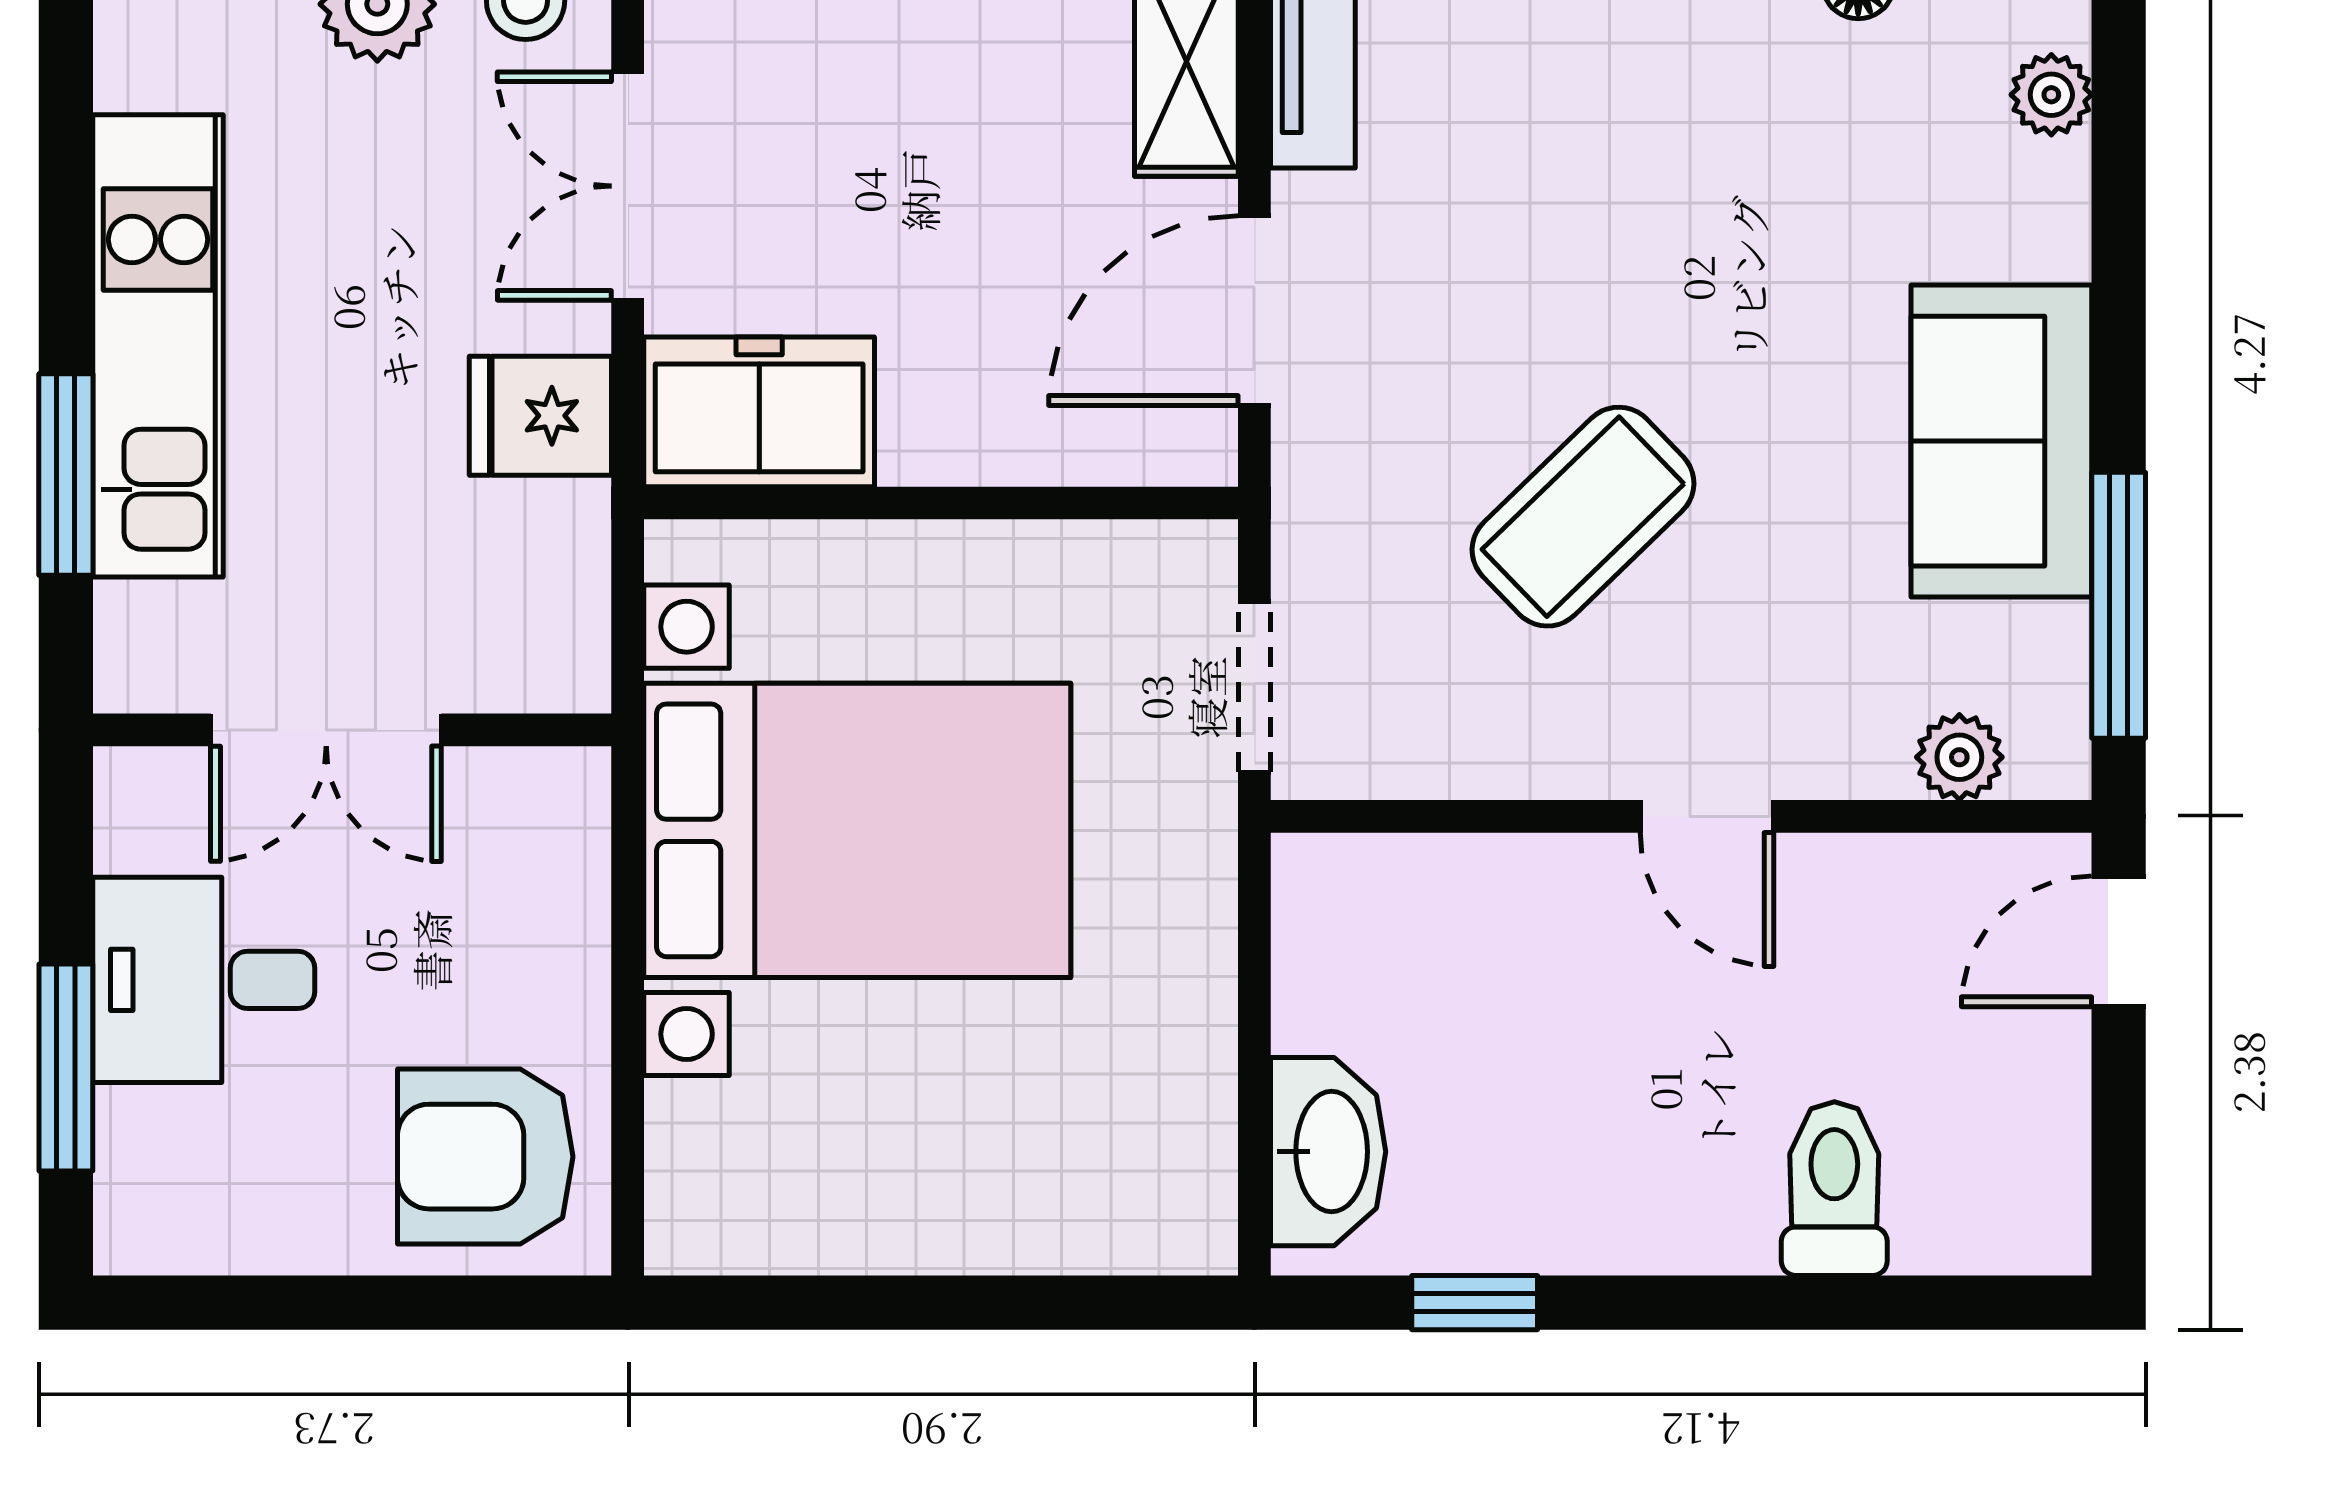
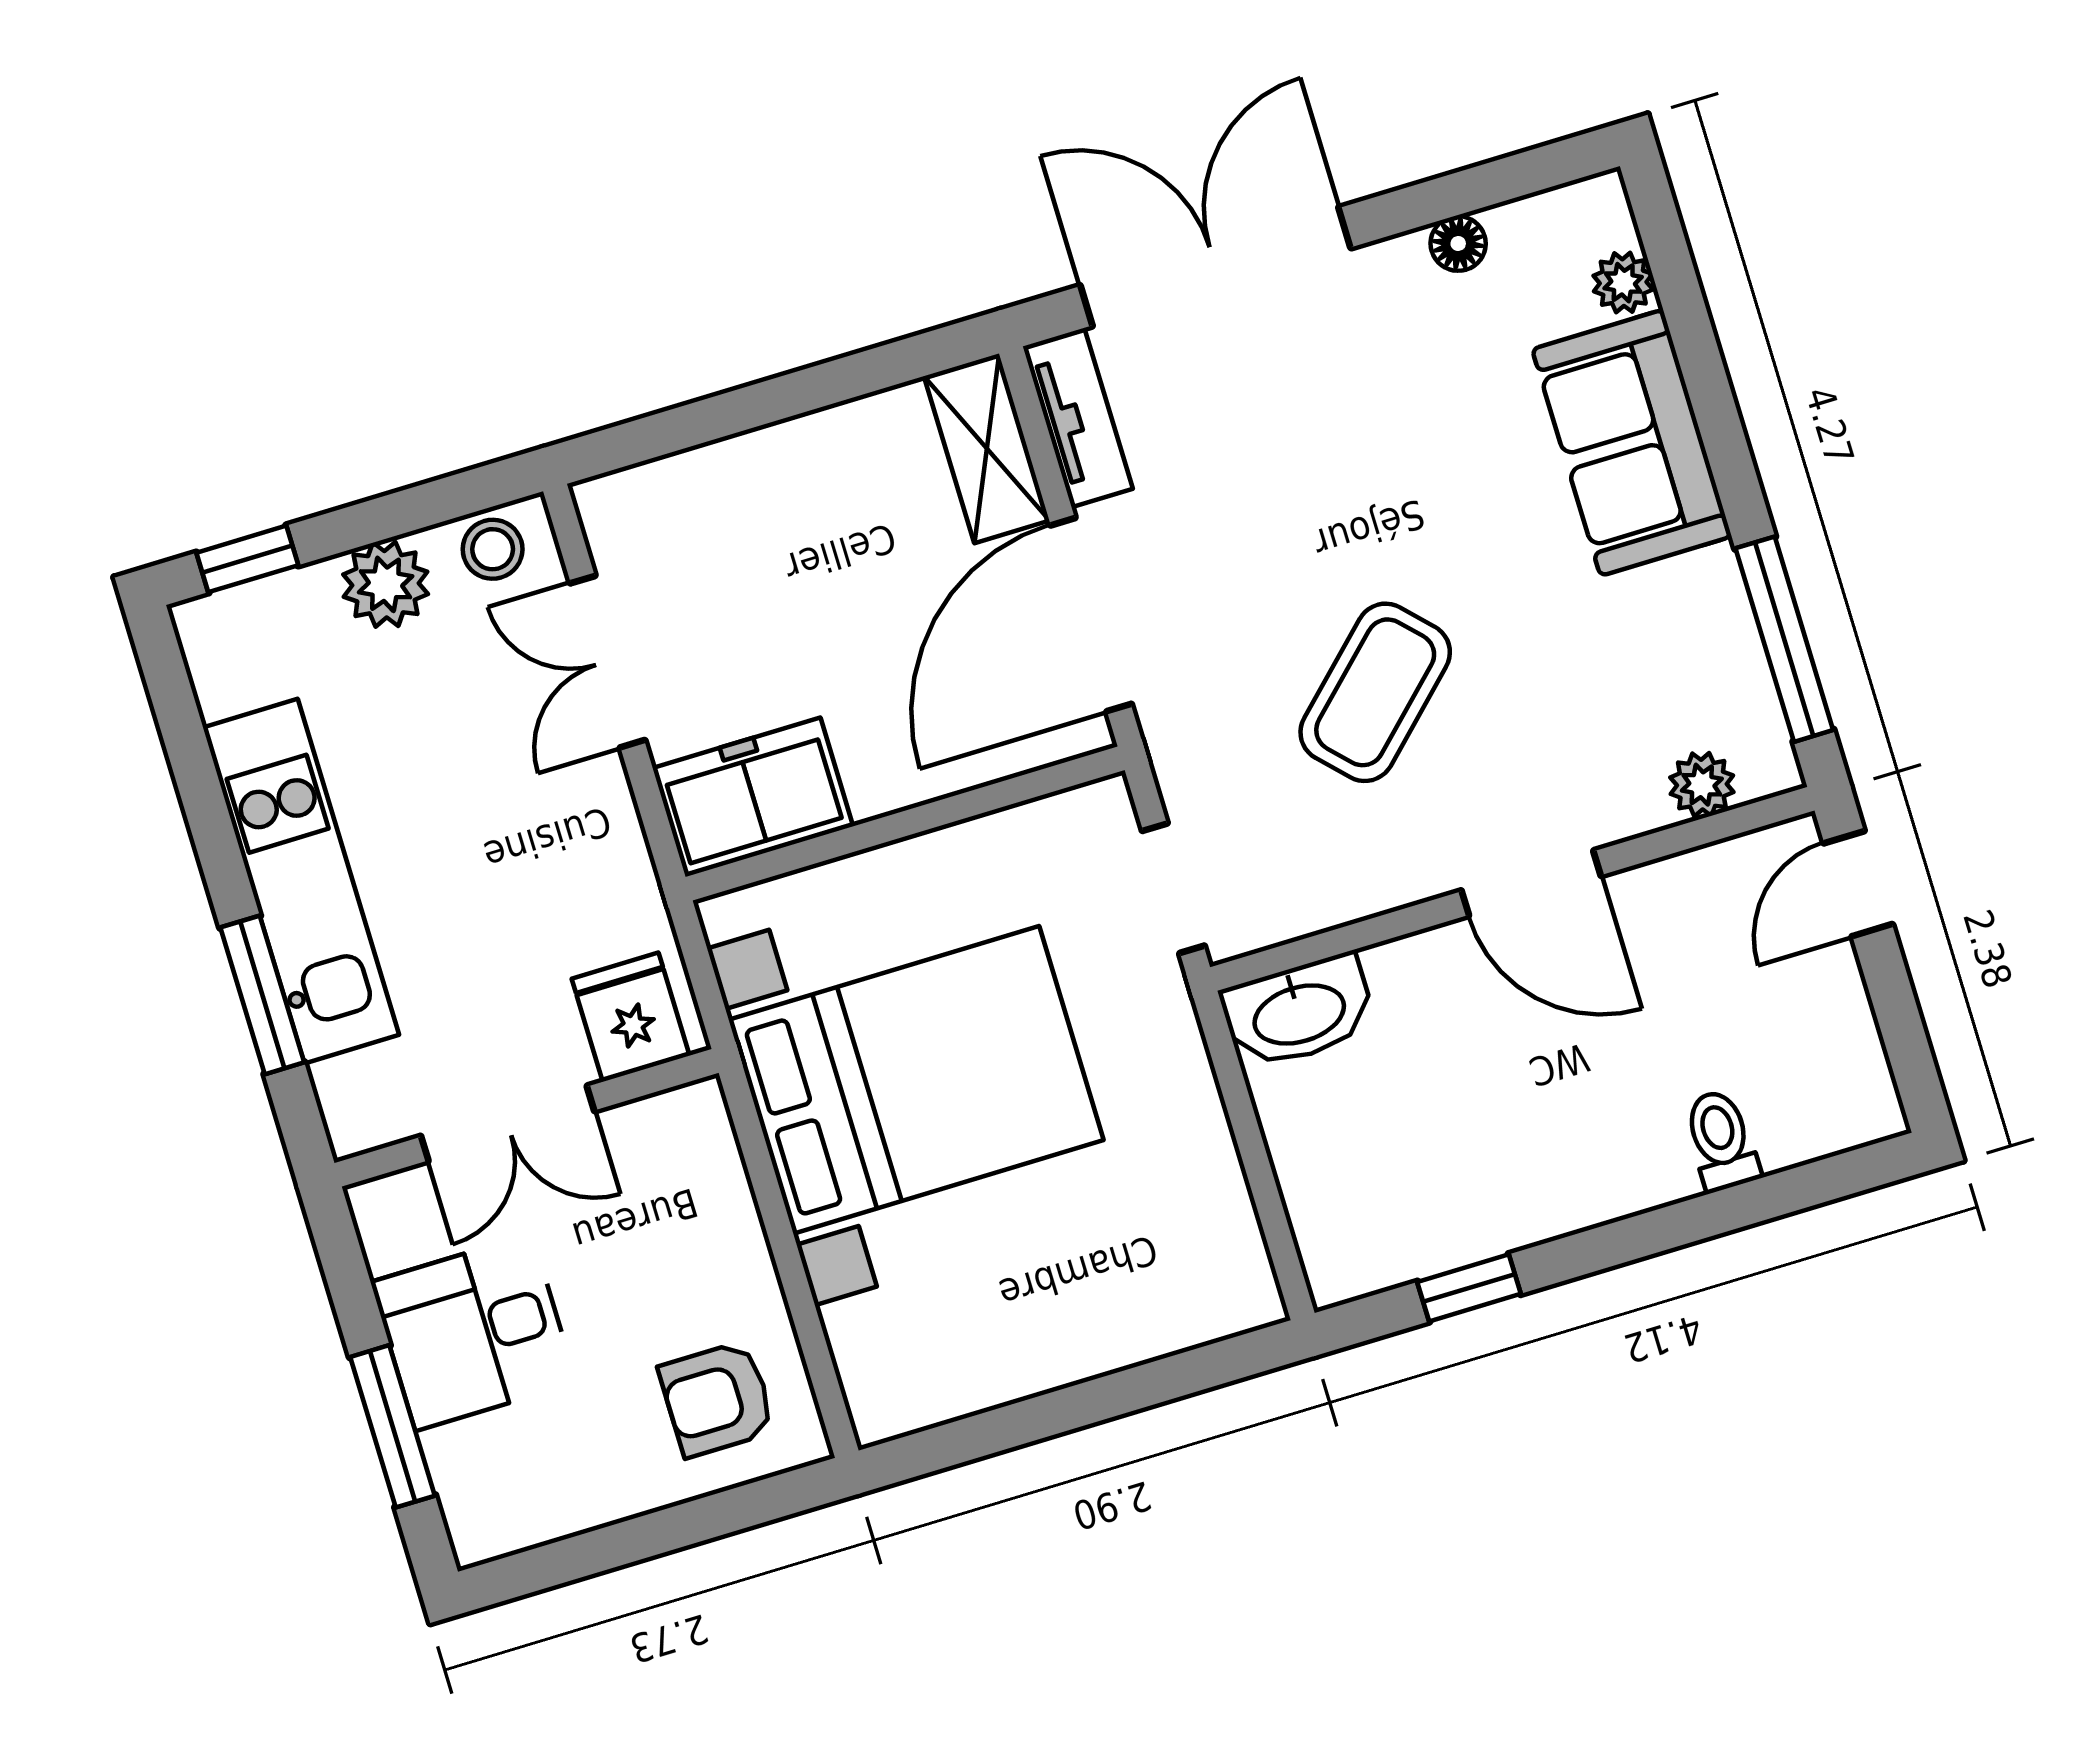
door: (1254, 311) -> (1091, 615), width x1.36
fridge: (540, 416) -> (631, 1017), moved, turned 90
sofa: (2001, 441) -> (1632, 443), moved
door: (1707, 816) -> (1531, 883), width x1.37
washbasin: (1328, 1152) -> (1298, 1012), moved, turned 90
armchair: (485, 1157) -> (717, 1399), width x0.72, depth x0.72
toilet: (1834, 1189) -> (1721, 1140), width x0.73, depth x0.72

